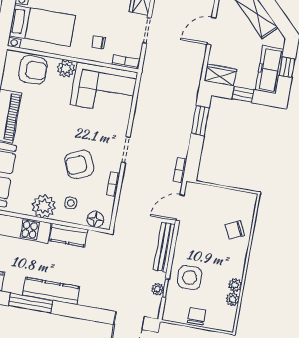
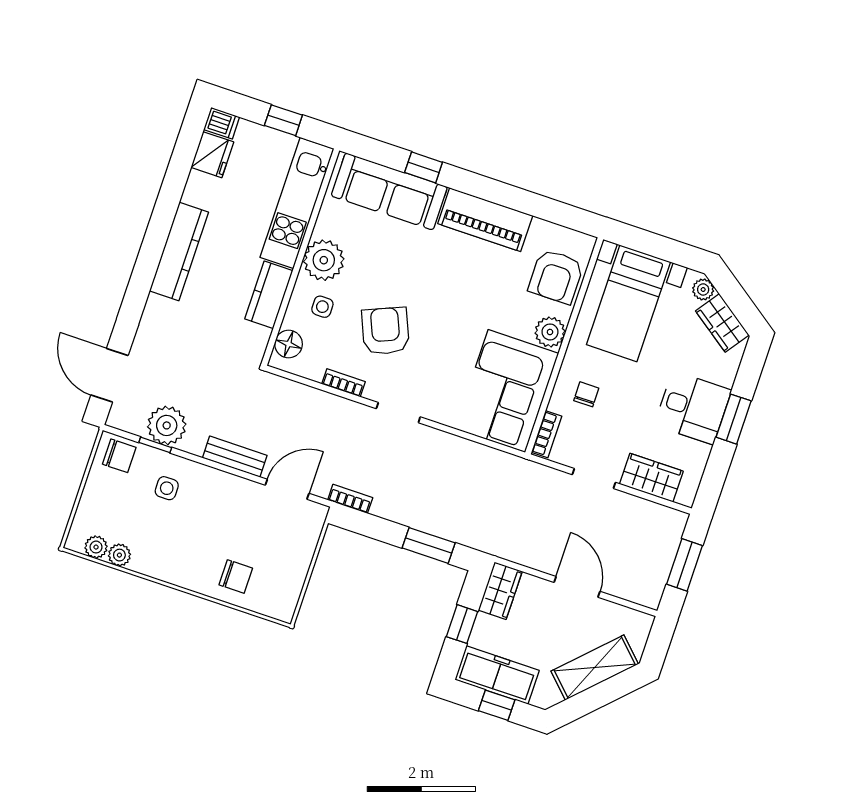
door: (180, 208) -> (287, 489), hinge flipped
chair: (235, 230) -> (236, 577), turned 115
bench: (164, 247) -> (235, 457), width x0.73
side table: (190, 278) -> (167, 488), width x0.54, depth x0.54
plant: (235, 285) -> (96, 547), moved
plant: (158, 289) -> (167, 425), width x1.88, depth x1.88
window: (31, 303) -> (164, 214), removed
chair: (196, 316) -> (119, 456), moved

